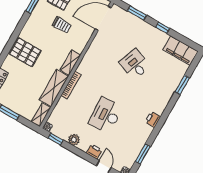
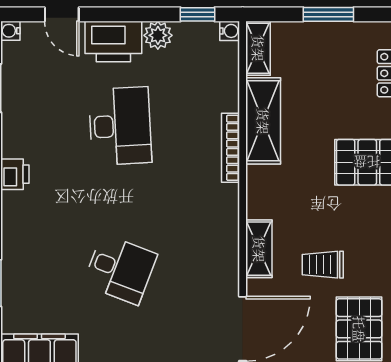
shelving: (70, 63) -> (259, 249), moved
printer: (94, 151) -> (113, 42), width x1.87, depth x1.48

